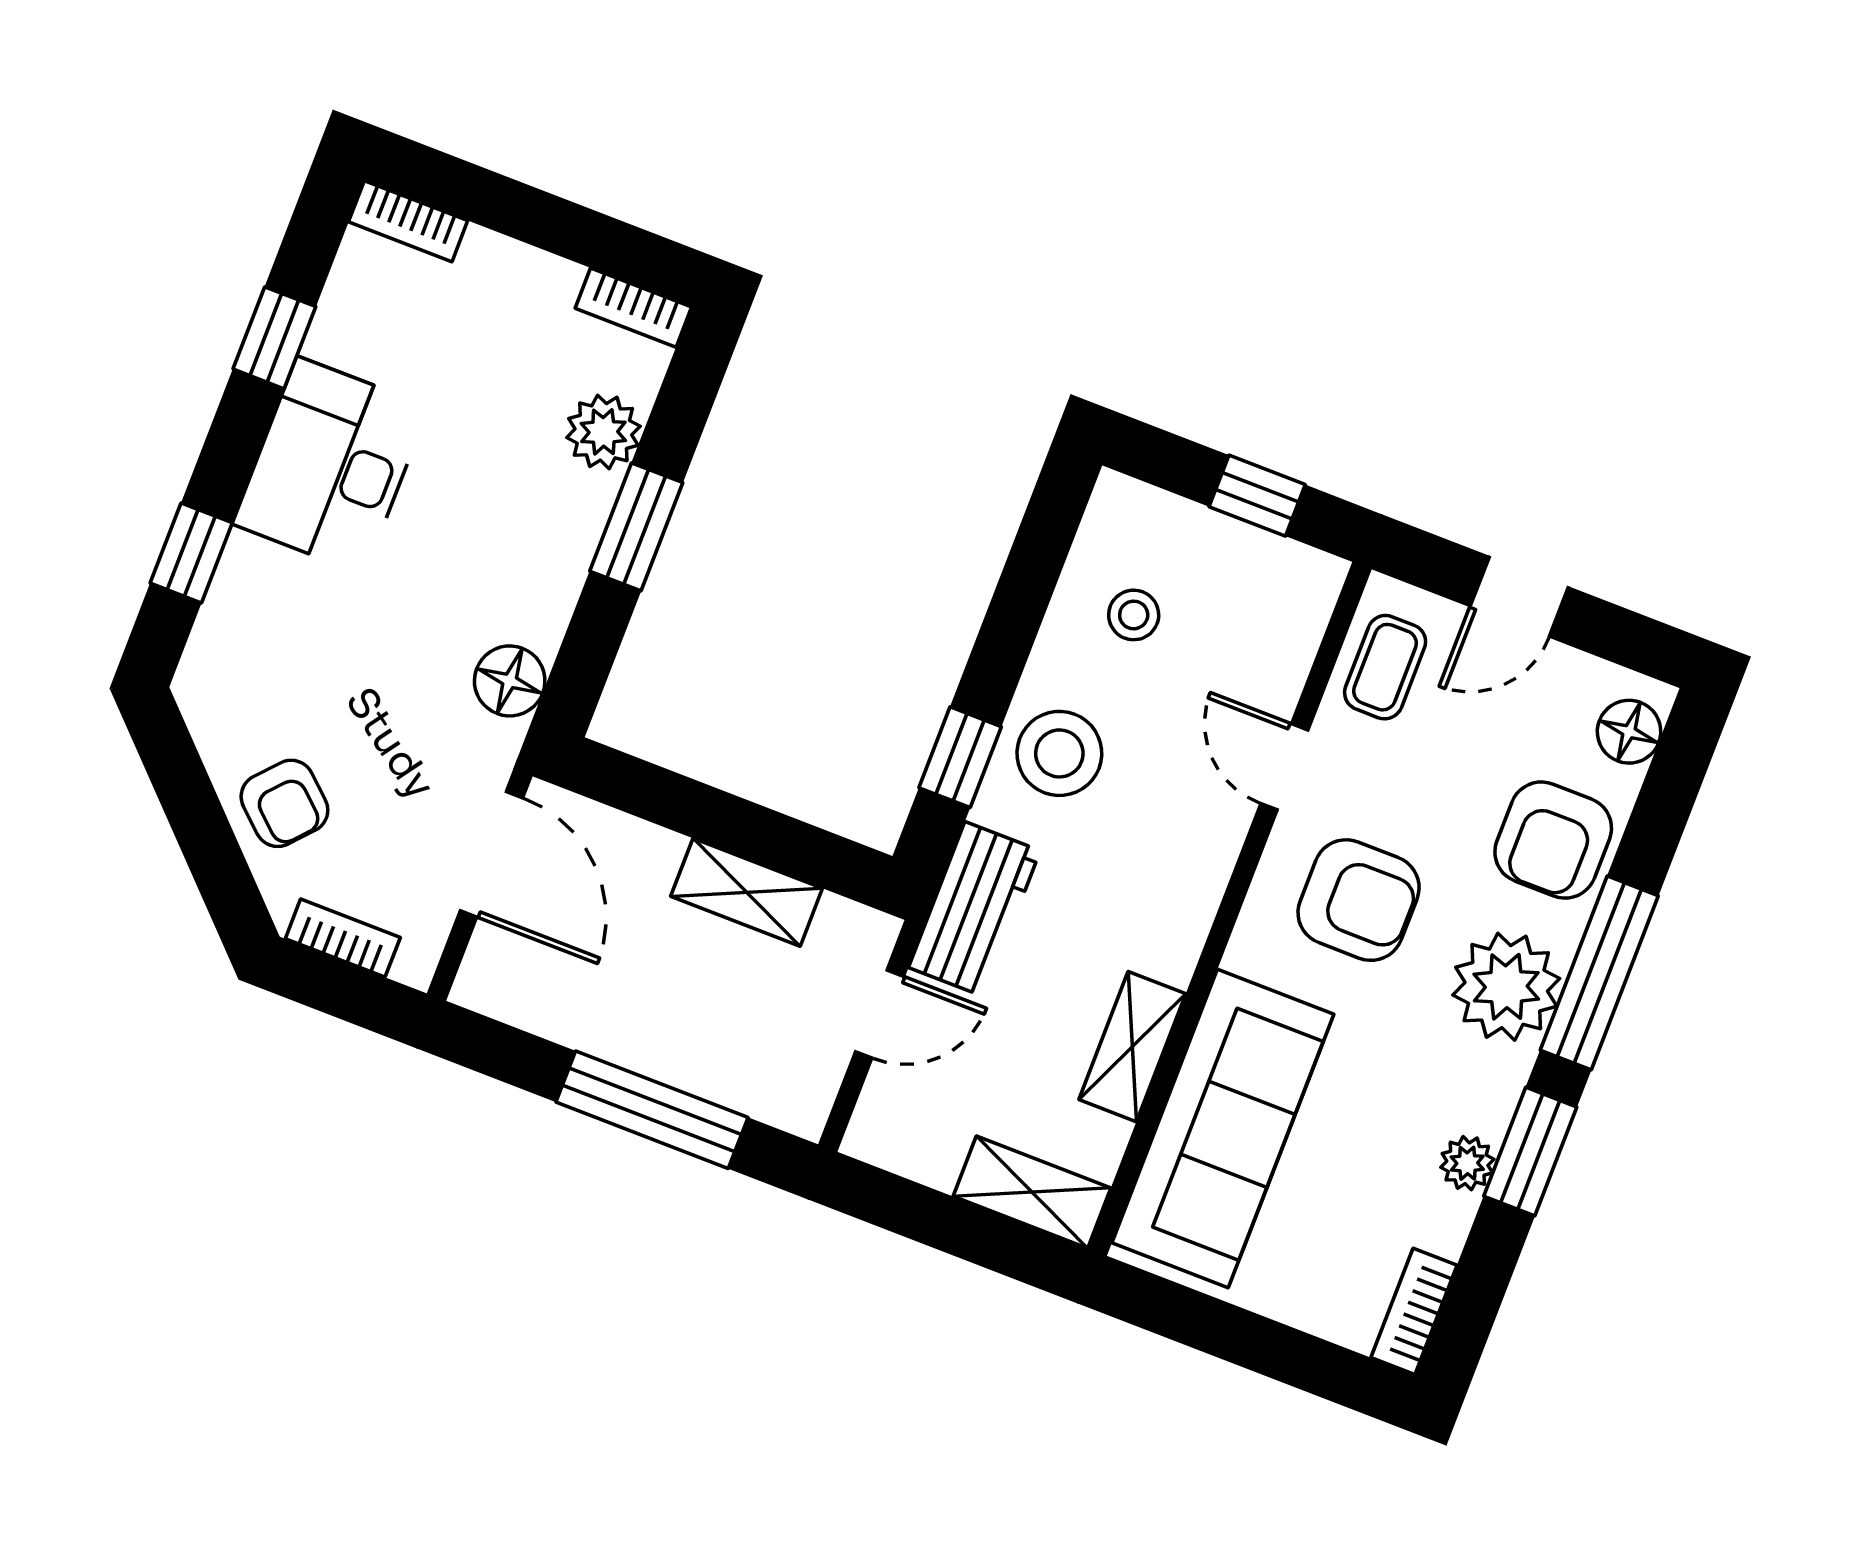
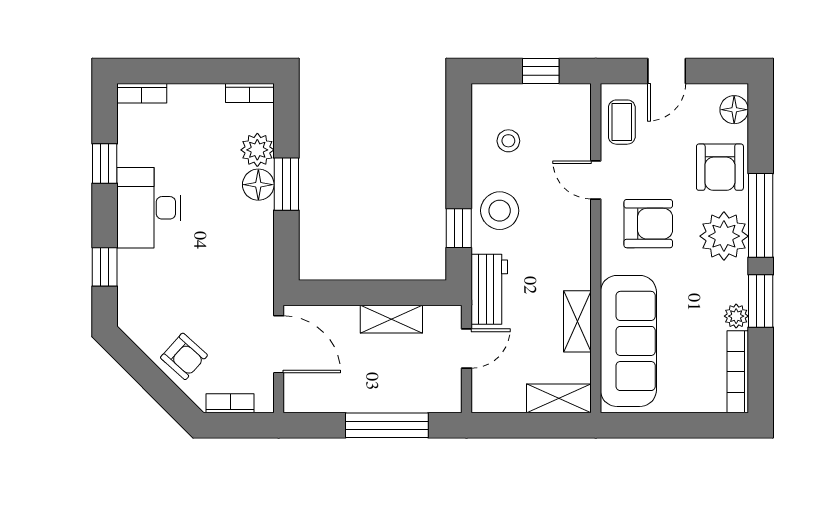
floor lamp: (510, 681) -> (258, 185), moved
bookcase: (1414, 1311) -> (738, 372), width x1.56

